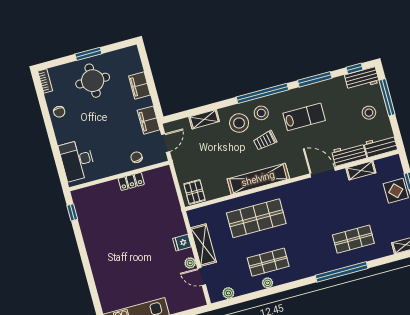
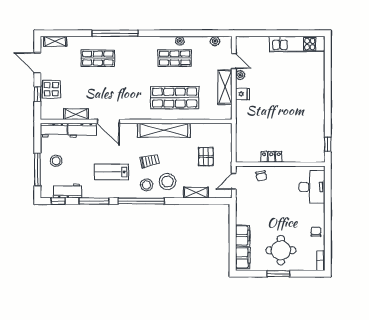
workbench: (362, 79) -> (68, 191), moved
filing cabinet: (149, 120) -> (243, 258), moved
pallet: (194, 192) -> (206, 157), moved

